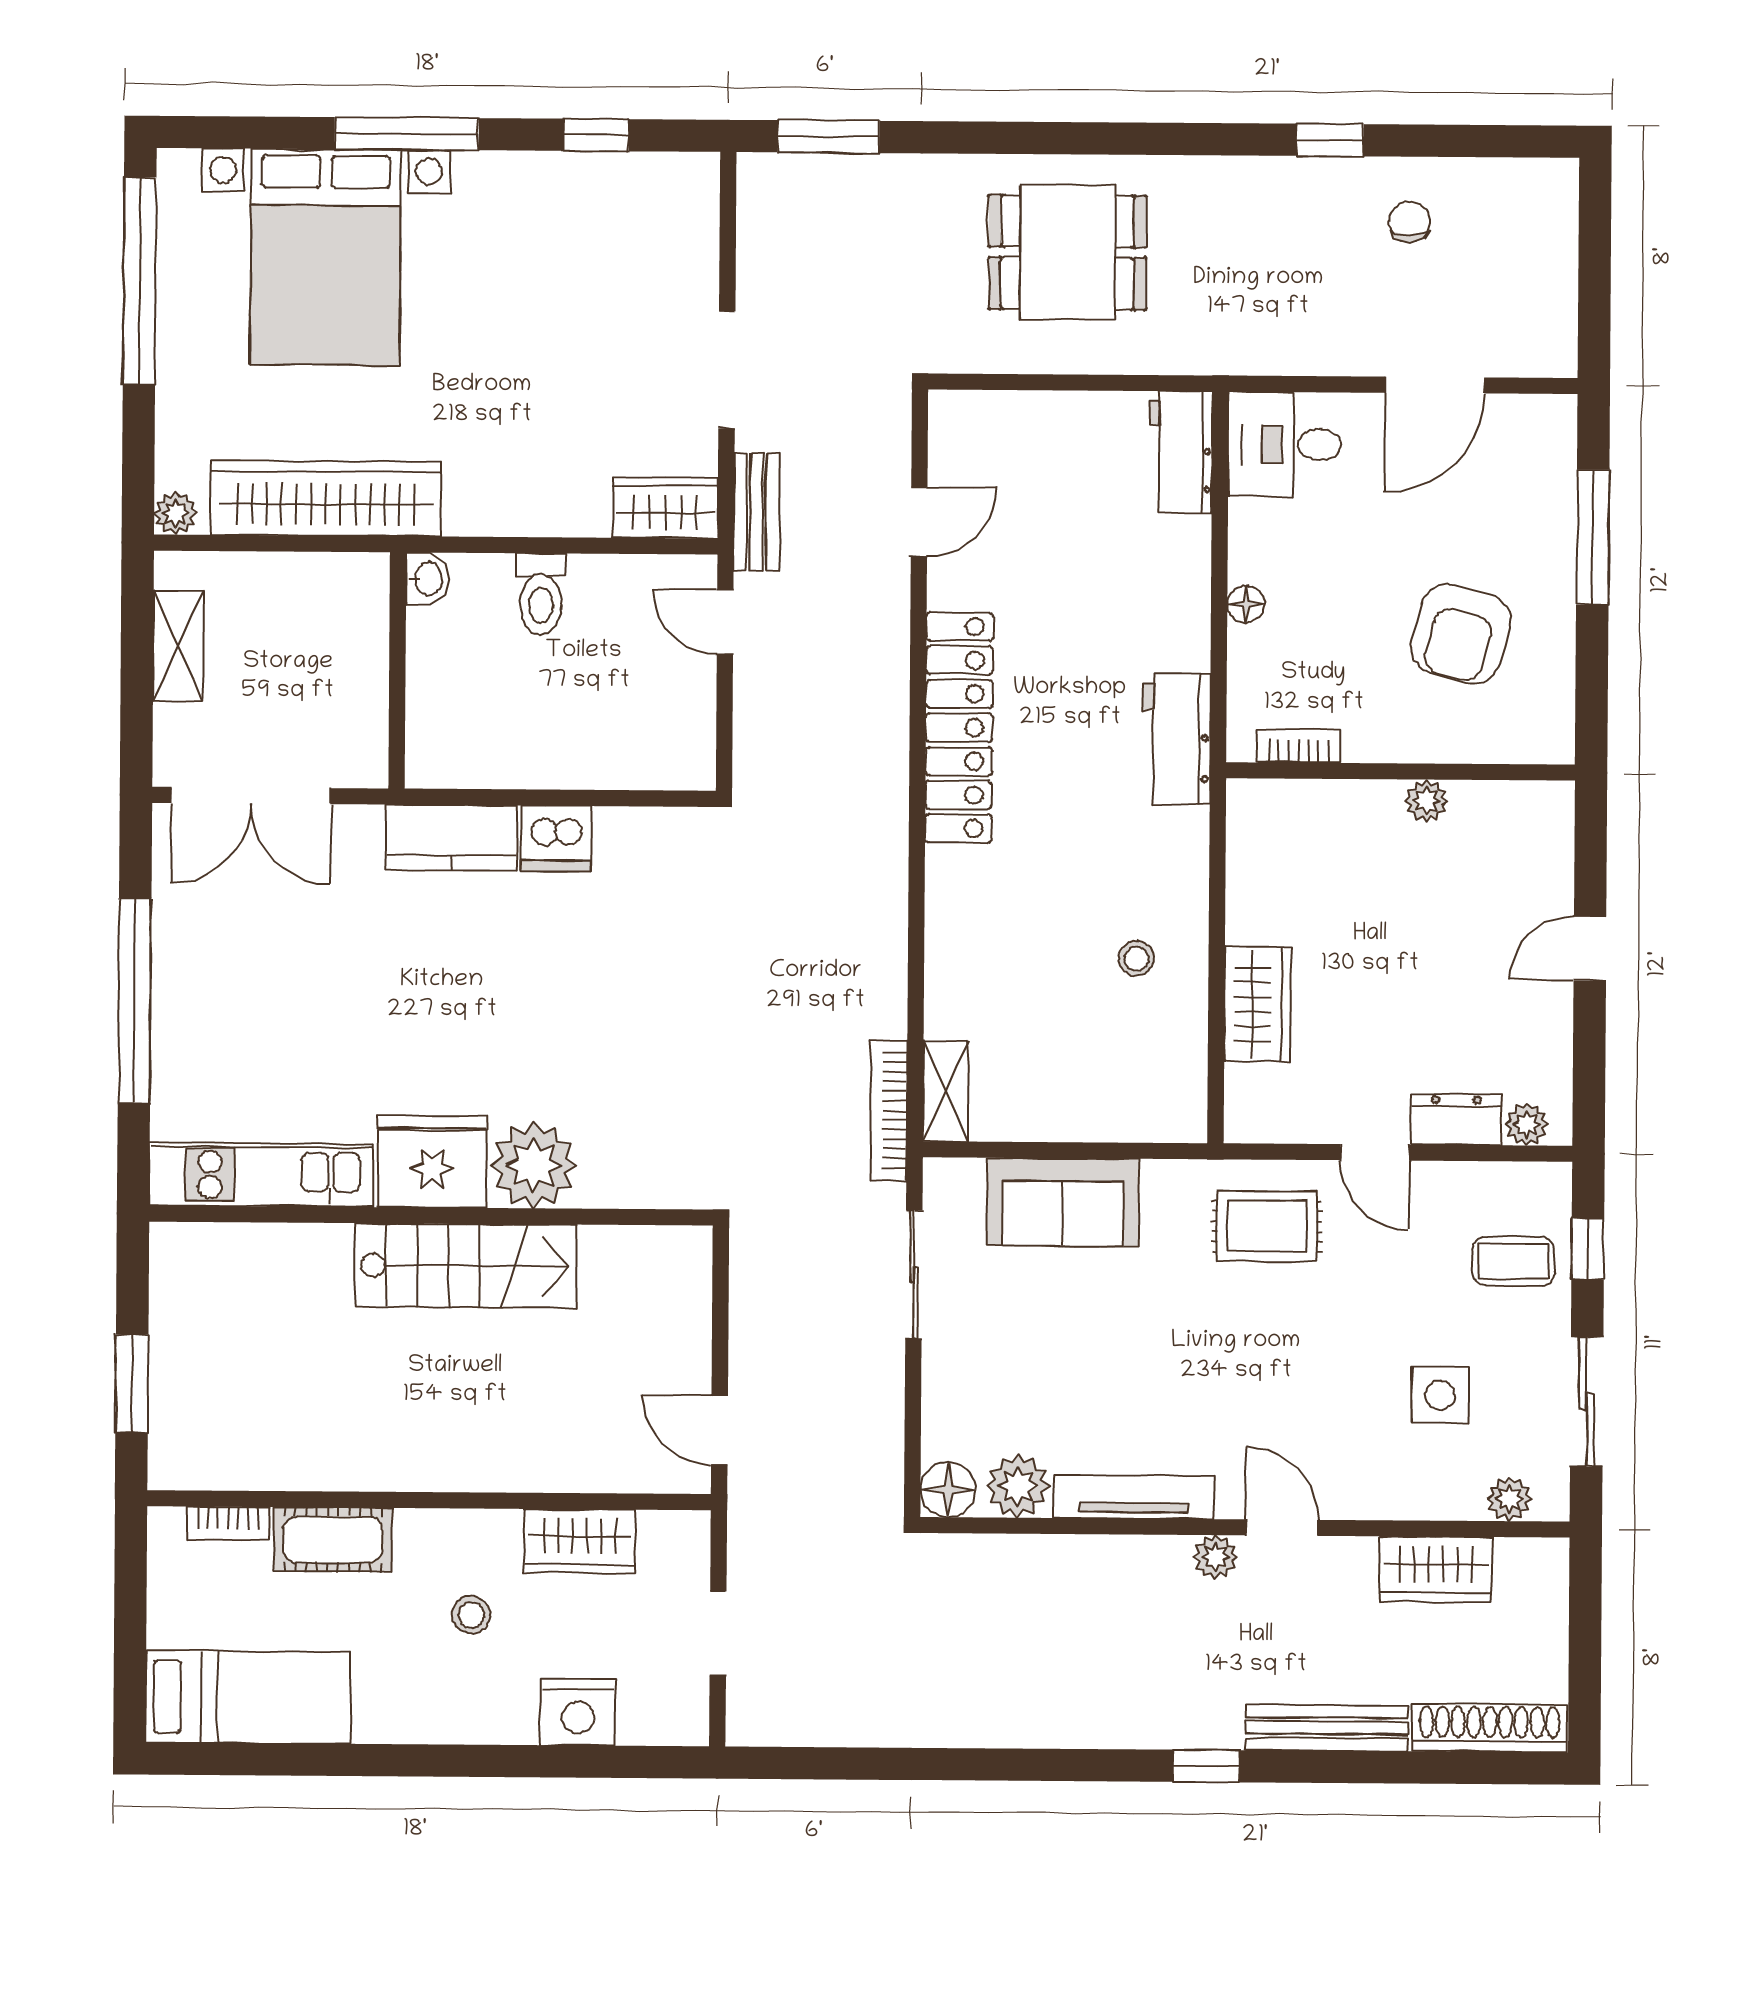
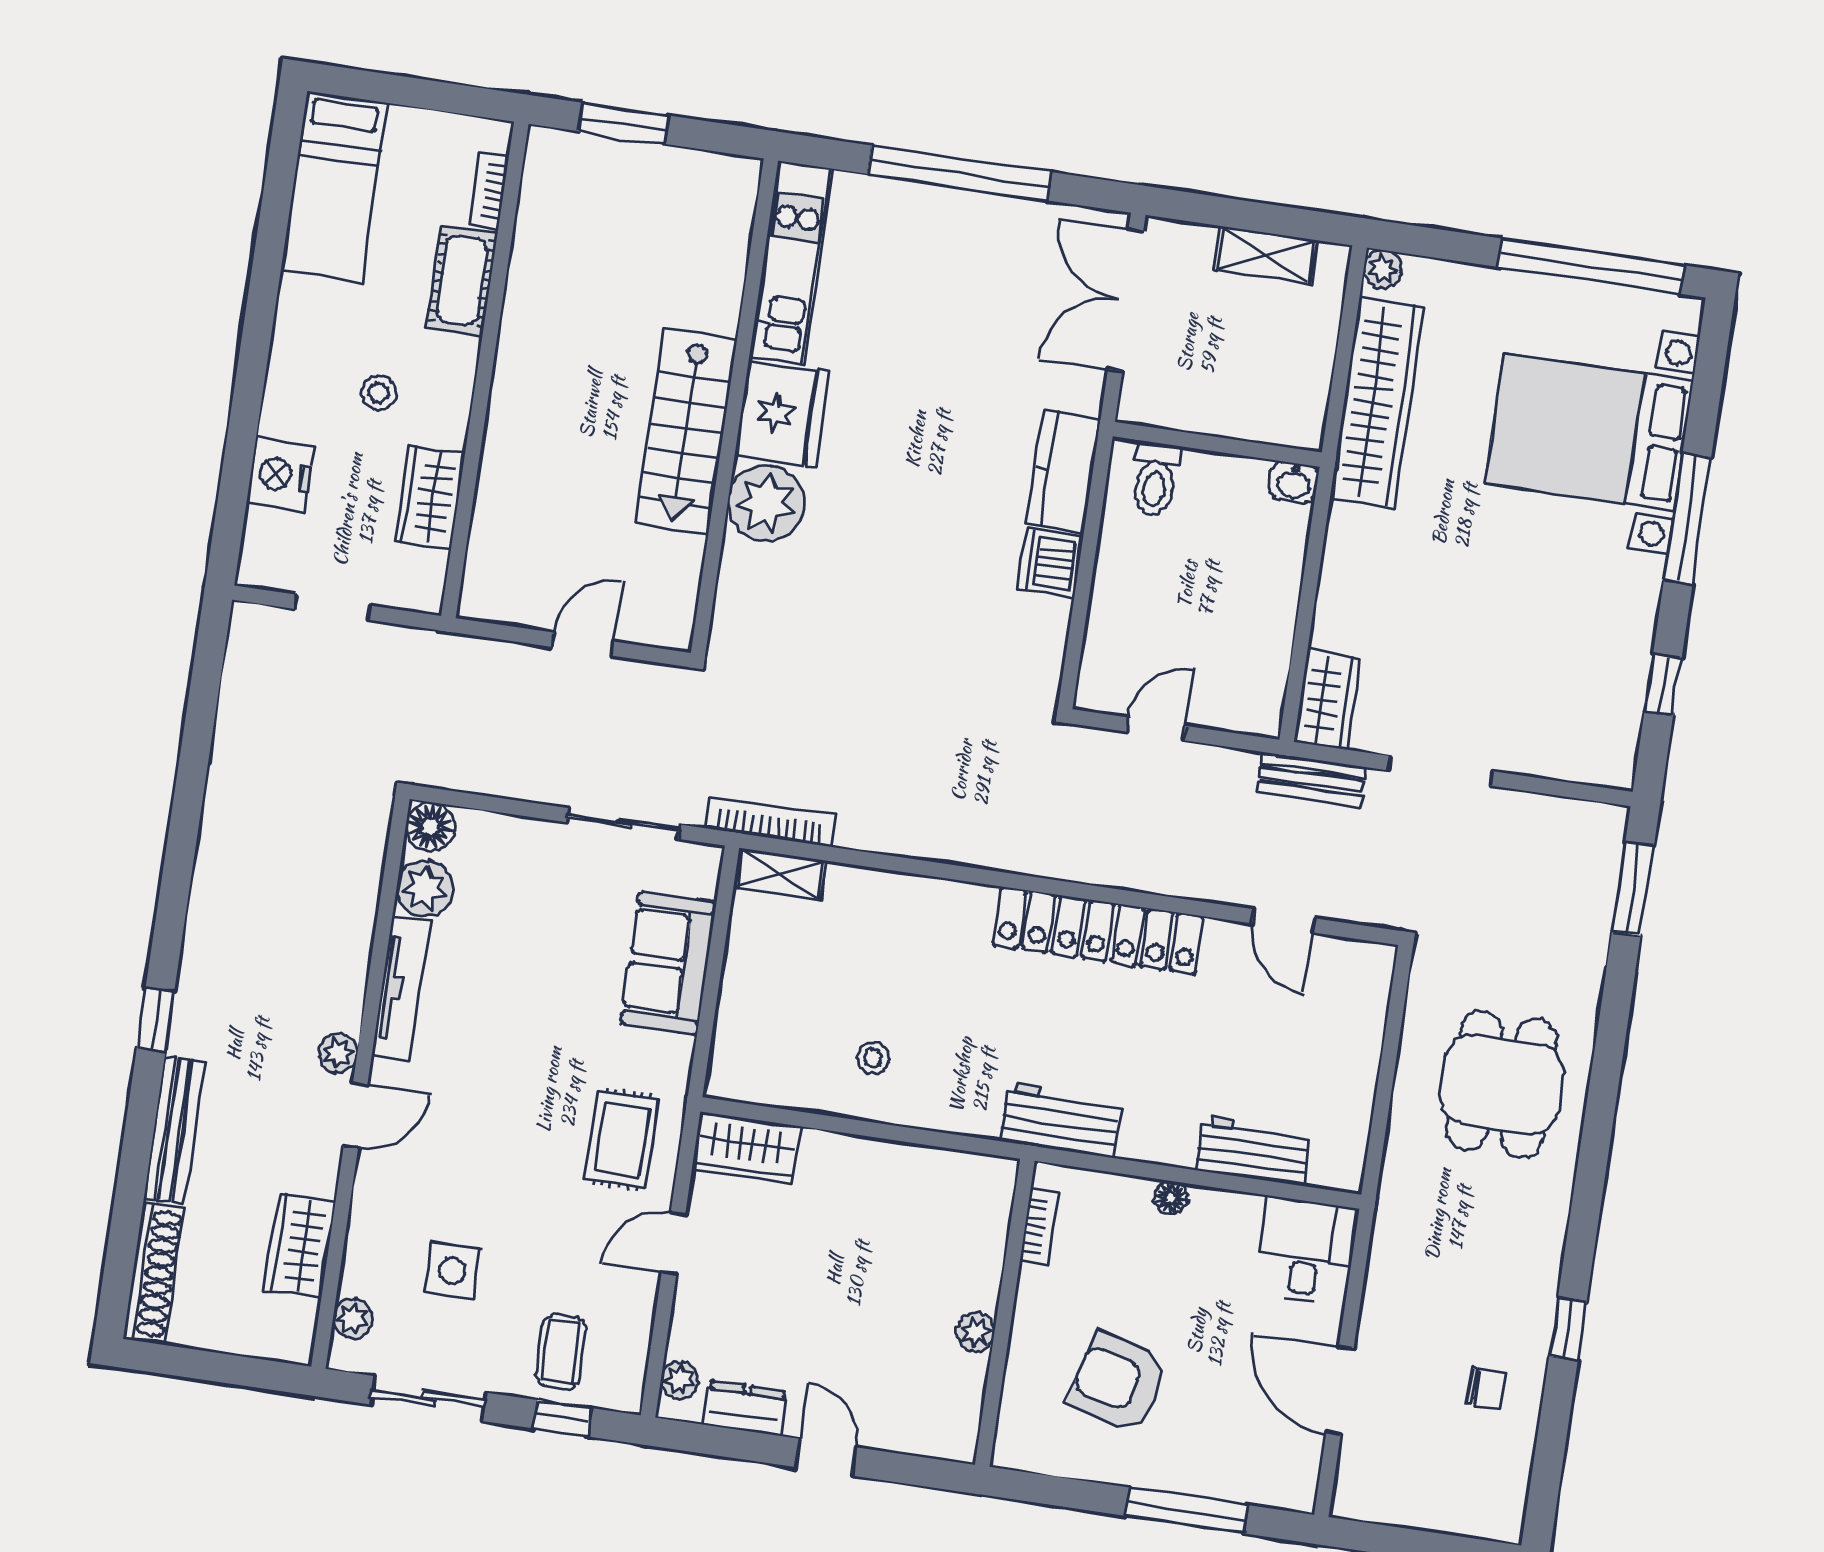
workbench: (1181, 452) -> (1253, 1151), moved
toilet: (541, 594) -> (1156, 479), moved, turned -90
door: (725, 622) -> (1156, 729), moved
wardrobe: (1258, 1004) -> (746, 1148), moved
dresser: (1456, 1120) -> (745, 1408), moved, turned -90
door: (719, 1430) -> (583, 644), moved

